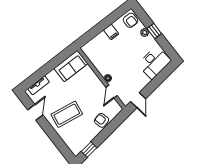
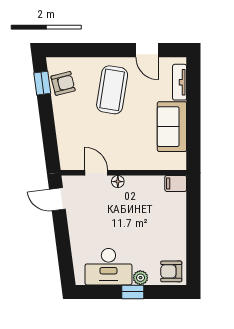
filing cabinet: (111, 32) -> (176, 183), moved
desk: (154, 63) -> (108, 267), moved, turned -83
sofa: (71, 66) -> (172, 127), moved
armchair: (101, 120) -> (63, 83), moved

